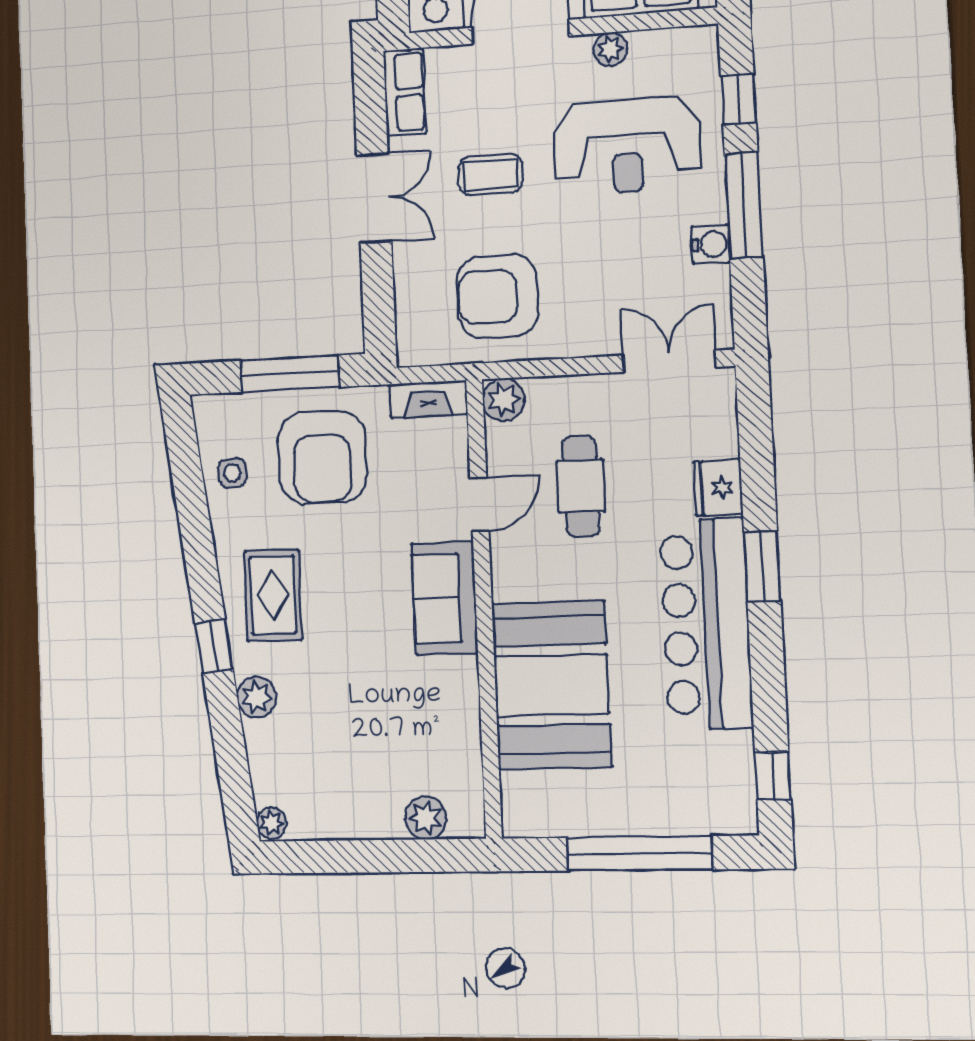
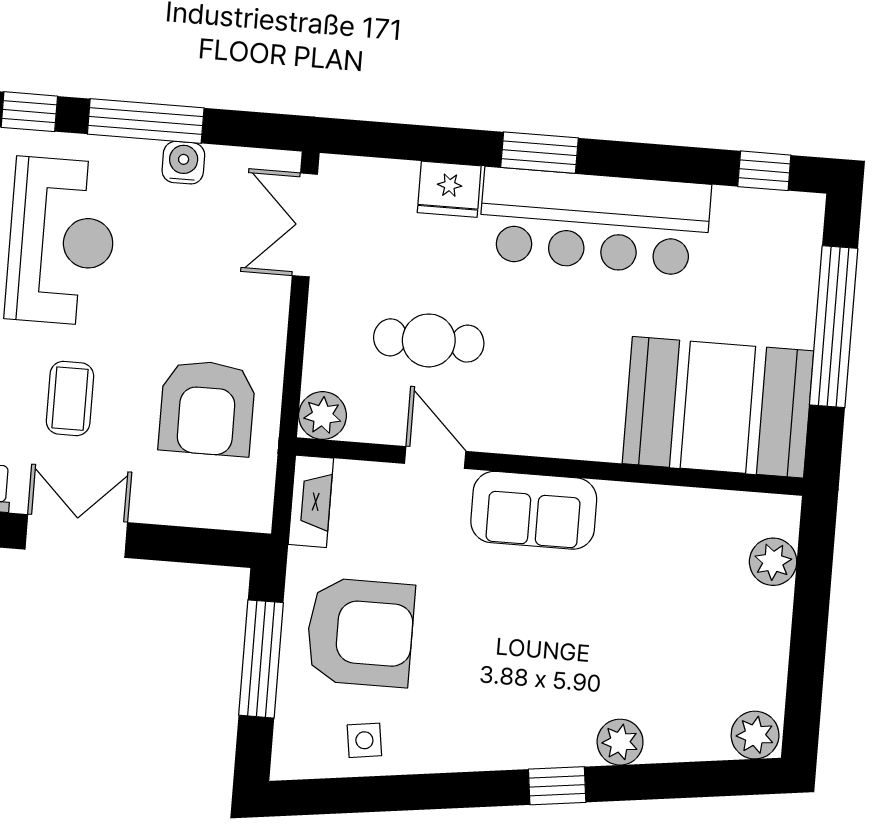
rug: (273, 595) -> (508, 709), removed
booth: (551, 685) -> (718, 407), moved
plant: (272, 823) -> (755, 735), width x1.38, depth x1.38

